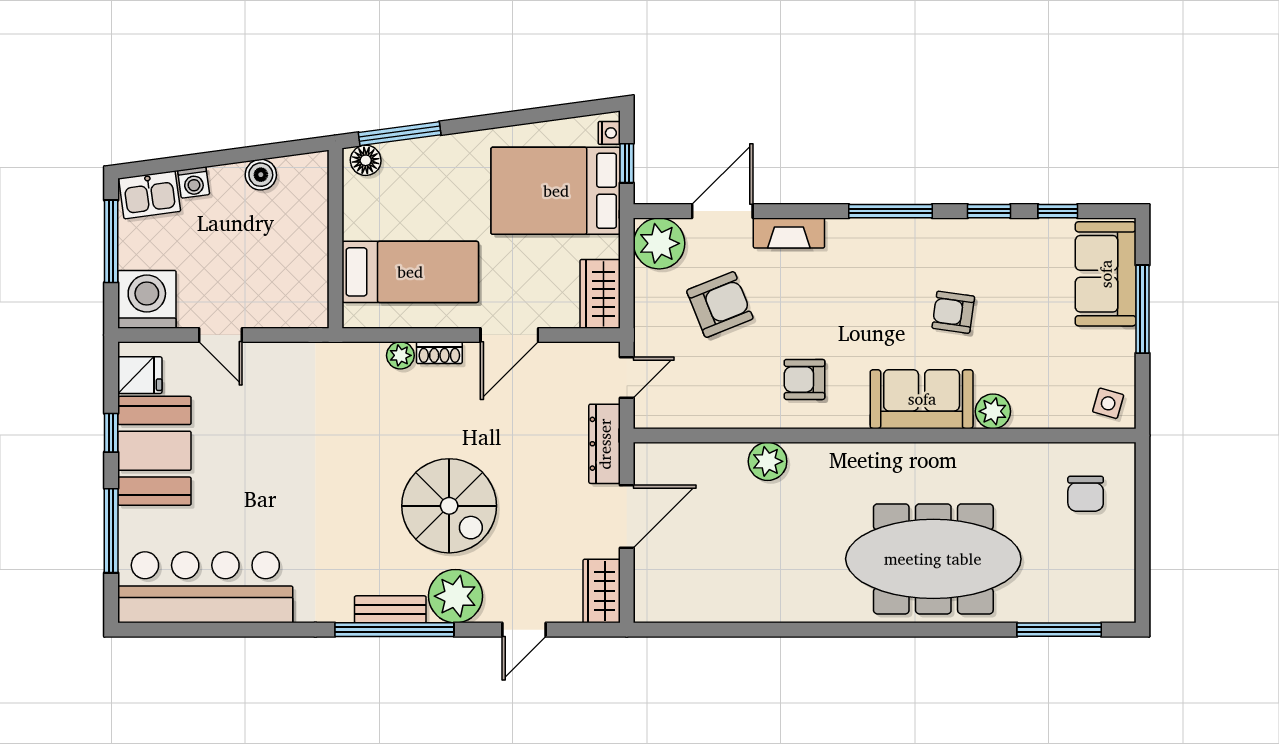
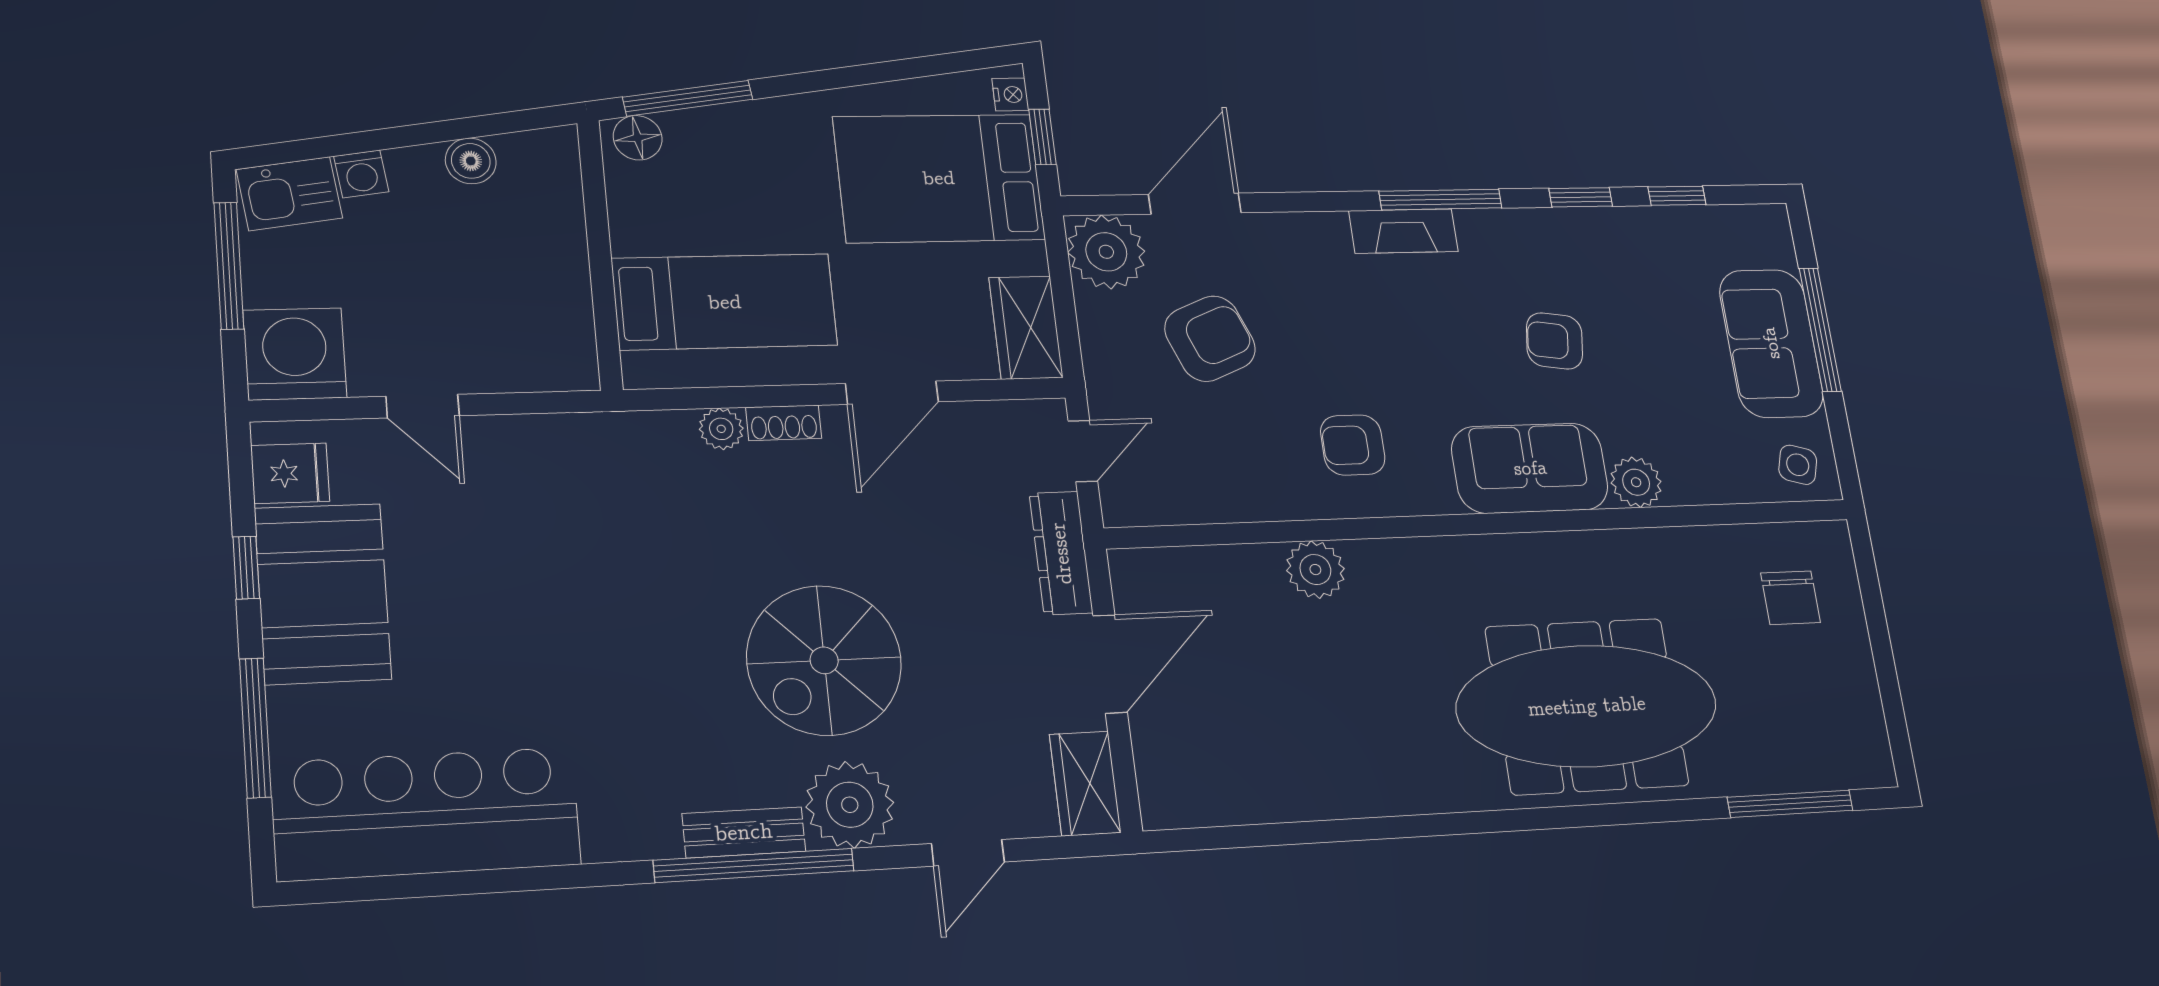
fireplace: (789, 233) -> (1403, 231), moved
sofa: (1106, 274) -> (1771, 343), moved
spiral stairs: (449, 506) -> (824, 660), turned 90

